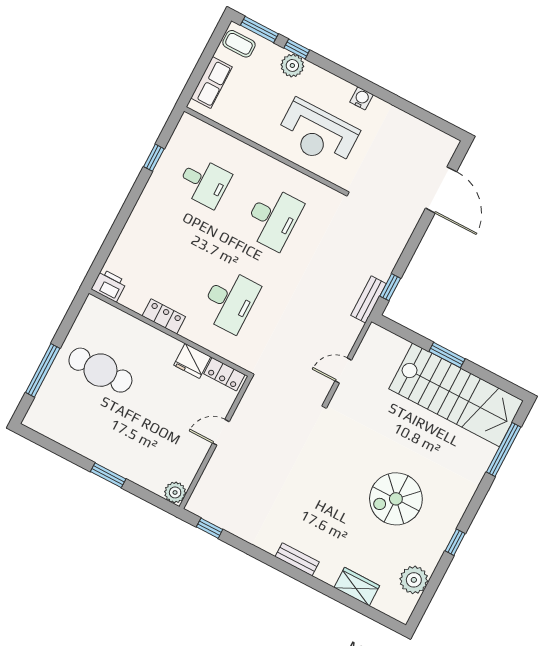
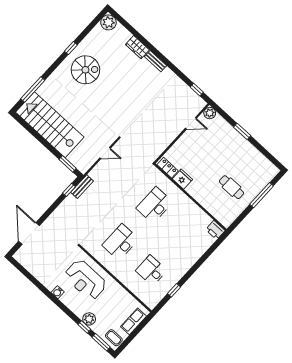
reception desk: (318, 134) -> (85, 280), turned 180
locker: (164, 316) -> (191, 206), removed
window: (447, 355) -> (68, 164), moved
cafe table: (100, 370) -> (231, 187), width x0.73, depth x0.74
door: (221, 432) -> (191, 123), moved
spiral stairs: (396, 499) -> (85, 70), moved
plant: (414, 580) -> (108, 22), moved
wardrobe: (357, 587) -> (137, 47), moved

